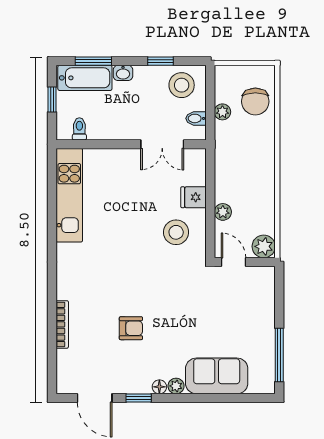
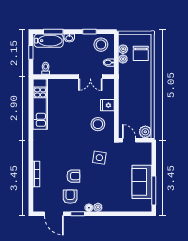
plant: (223, 212) -> (123, 49), moved
side table: (179, 294) -> (99, 158), added
armchair: (125, 366) -> (70, 197), added
sofa: (217, 376) -> (142, 182), moved, turned -90

